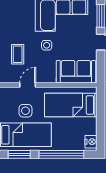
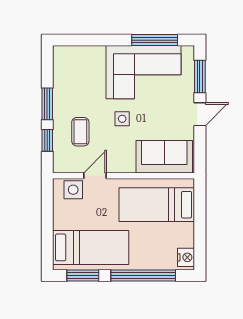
side table: (25, 111) -> (73, 190), moved

